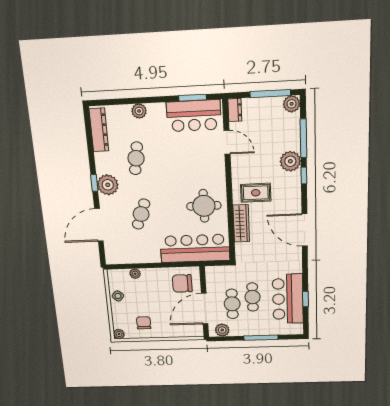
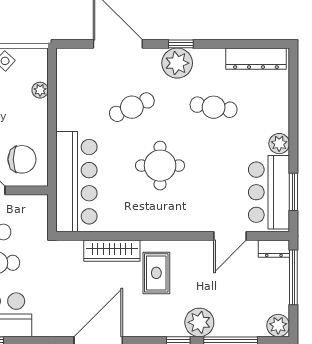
window: (270, 94) -> (293, 277), moved
plant: (139, 111) -> (279, 144), moved
round table: (204, 206) -> (160, 166), moved
cafe table: (141, 214) -> (132, 107), turned -45
chair: (182, 283) -> (22, 159), turned 90

